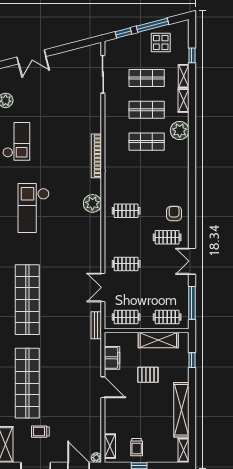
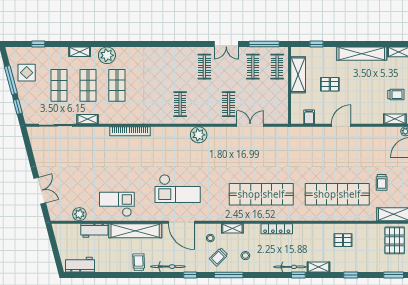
shelving: (184, 76) -> (88, 119), moved
plant: (92, 203) -> (199, 135), moved
armchair: (174, 213) -> (183, 60), removed
double door: (103, 287) -> (250, 125), swing flipped
clothes rail: (126, 317) -> (253, 67), moved
bench: (96, 325) -> (285, 131), removed
filing cabinet: (112, 358) -> (309, 117), width x0.50
pallet: (148, 375) -> (330, 84), turned 90

